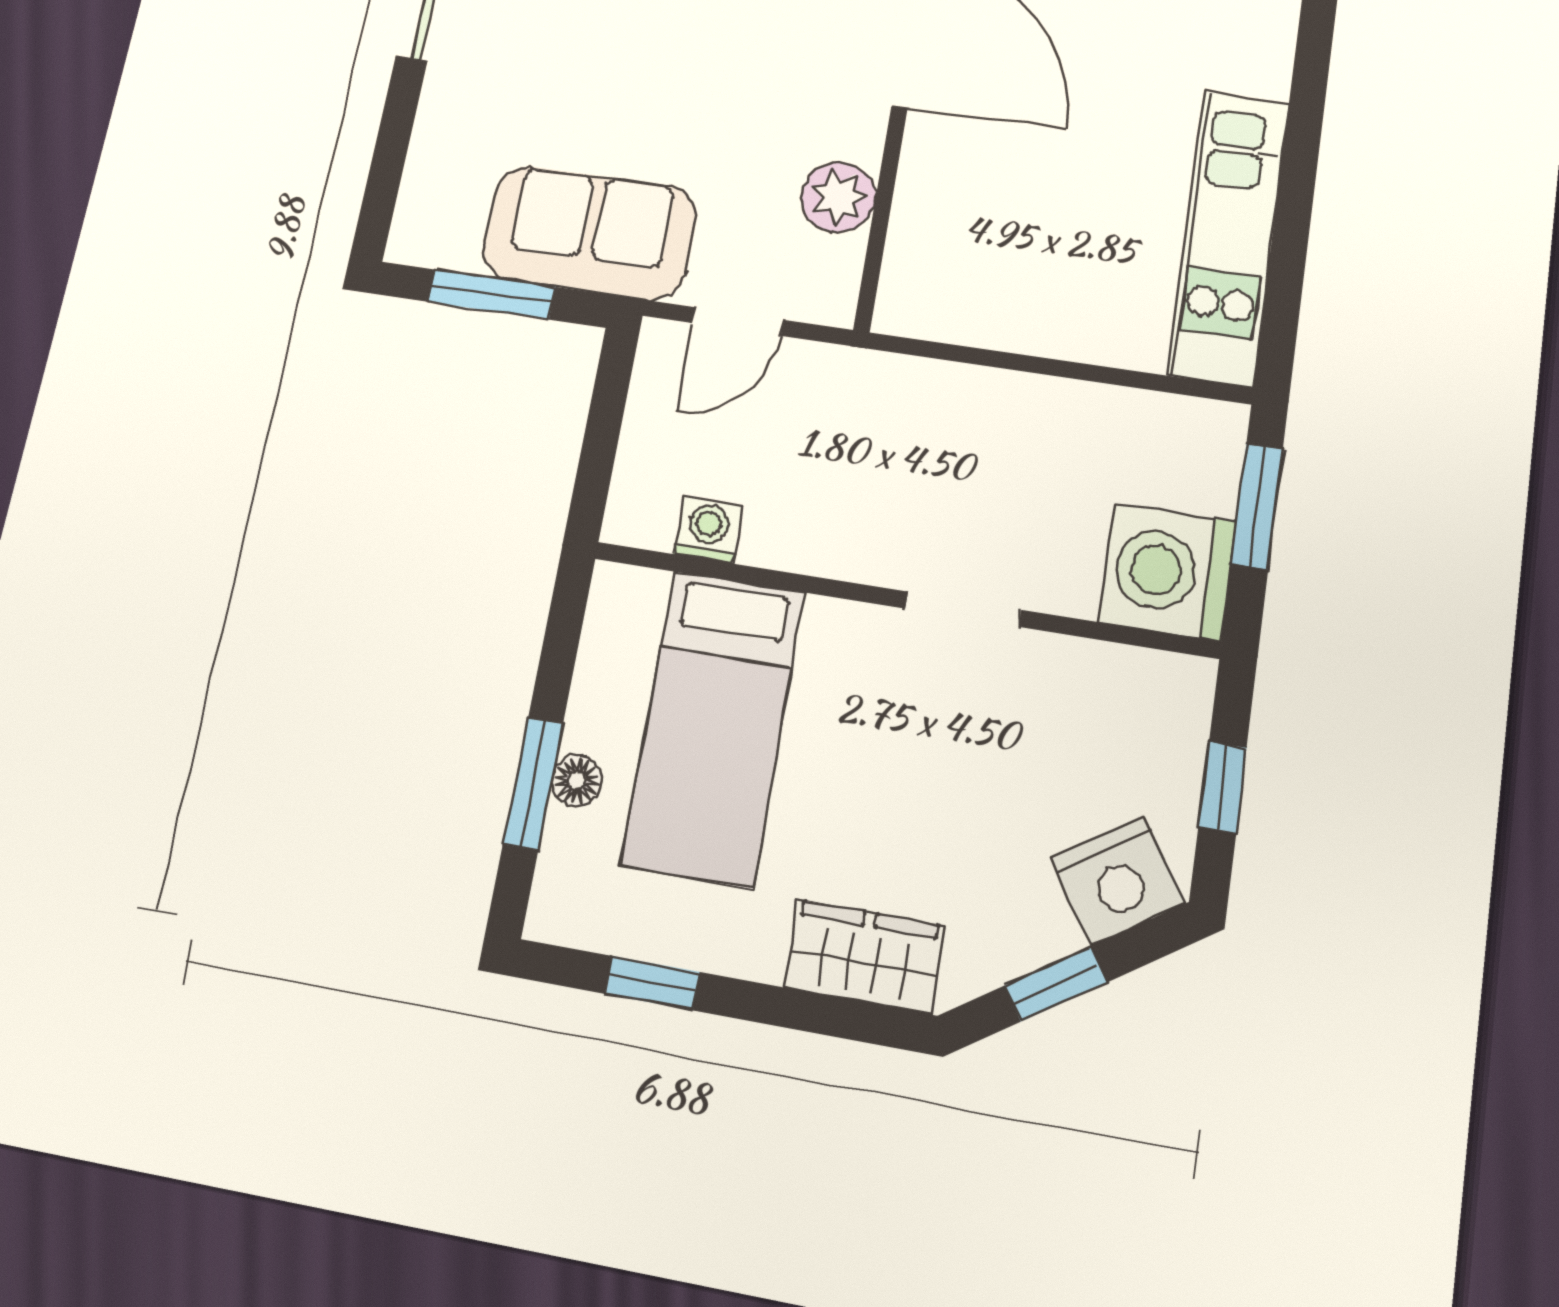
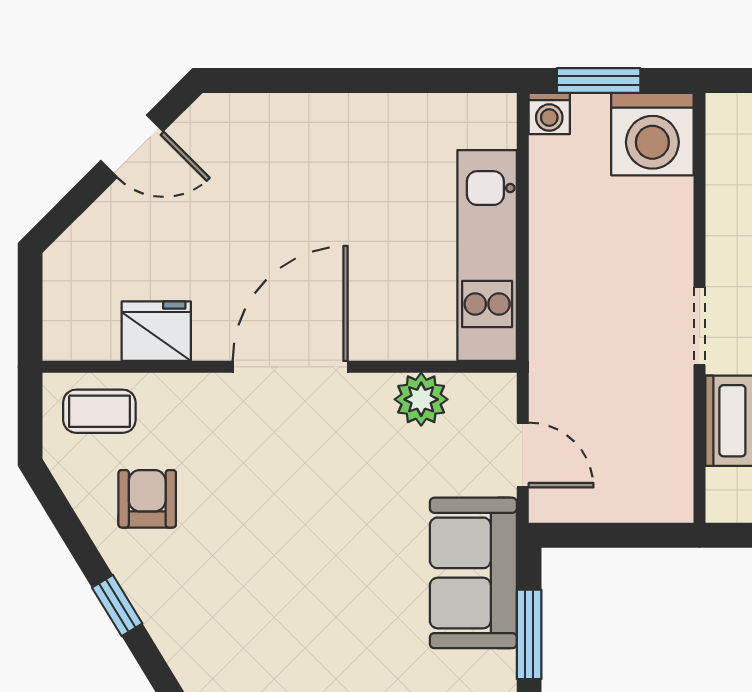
kitchen unit: (1229, 237) -> (487, 256), moved, turned 90
washing machine: (708, 530) -> (549, 113), moved, turned -90
doorway: (963, 609) -> (700, 326), moved

